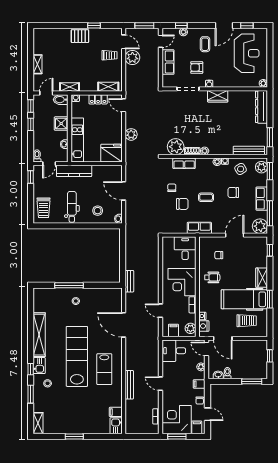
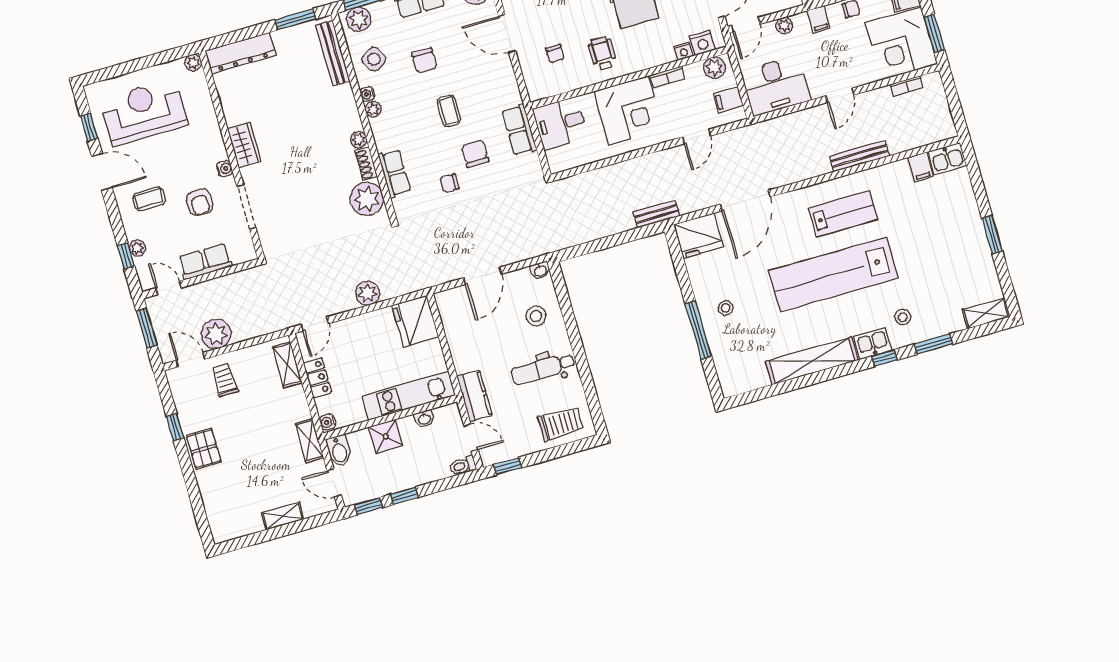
door: (124, 42) -> (191, 360), hinge flipped
kitchen counter: (74, 171) -> (475, 396), width x0.67
row of seats: (199, 228) -> (519, 130), moved
fridge: (114, 298) -> (699, 236), added
desk: (174, 351) -> (776, 86), width x1.37

